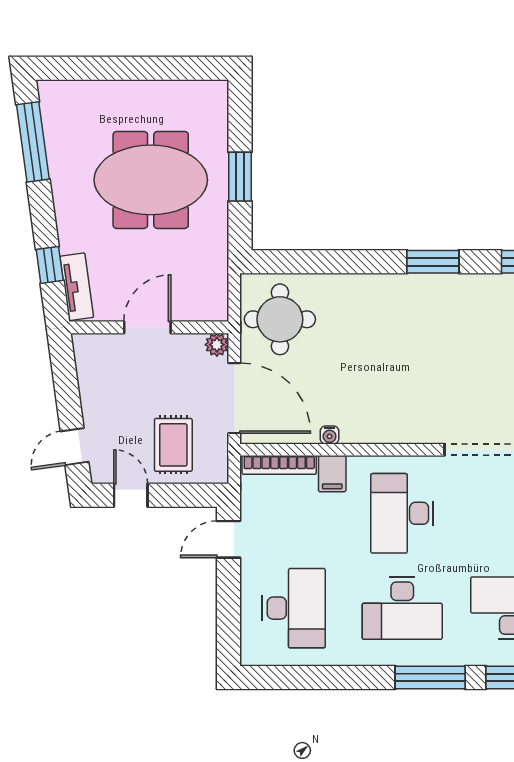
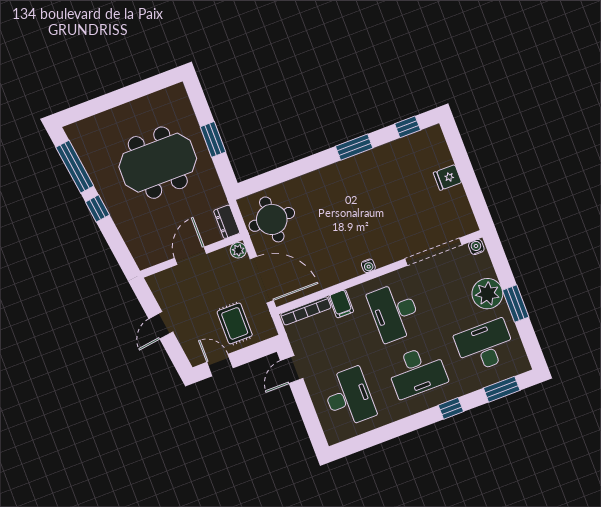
window: (50, 265) -> (97, 208), moved
tv unit: (77, 287) -> (137, 247), removed
dresser: (216, 299) -> (227, 222), added
water cooler: (330, 435) -> (368, 266), moved
door: (75, 447) -> (161, 325), moved
window: (430, 677) -> (451, 408), width x0.46

